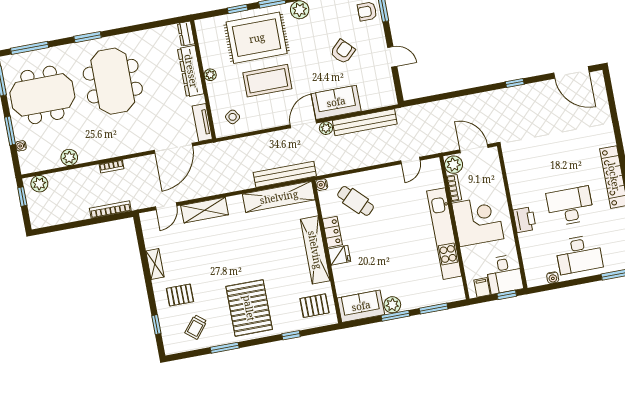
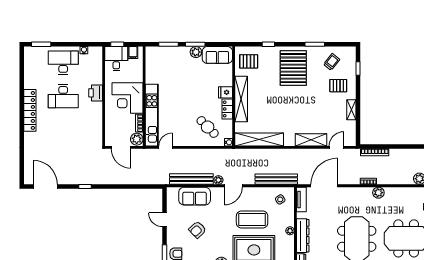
sofa: (336, 102) -> (195, 196), moved
plant: (69, 157) -> (378, 193), moved
bench: (285, 174) -> (276, 179), moved
kitchen unit: (444, 234) -> (152, 115), moved

